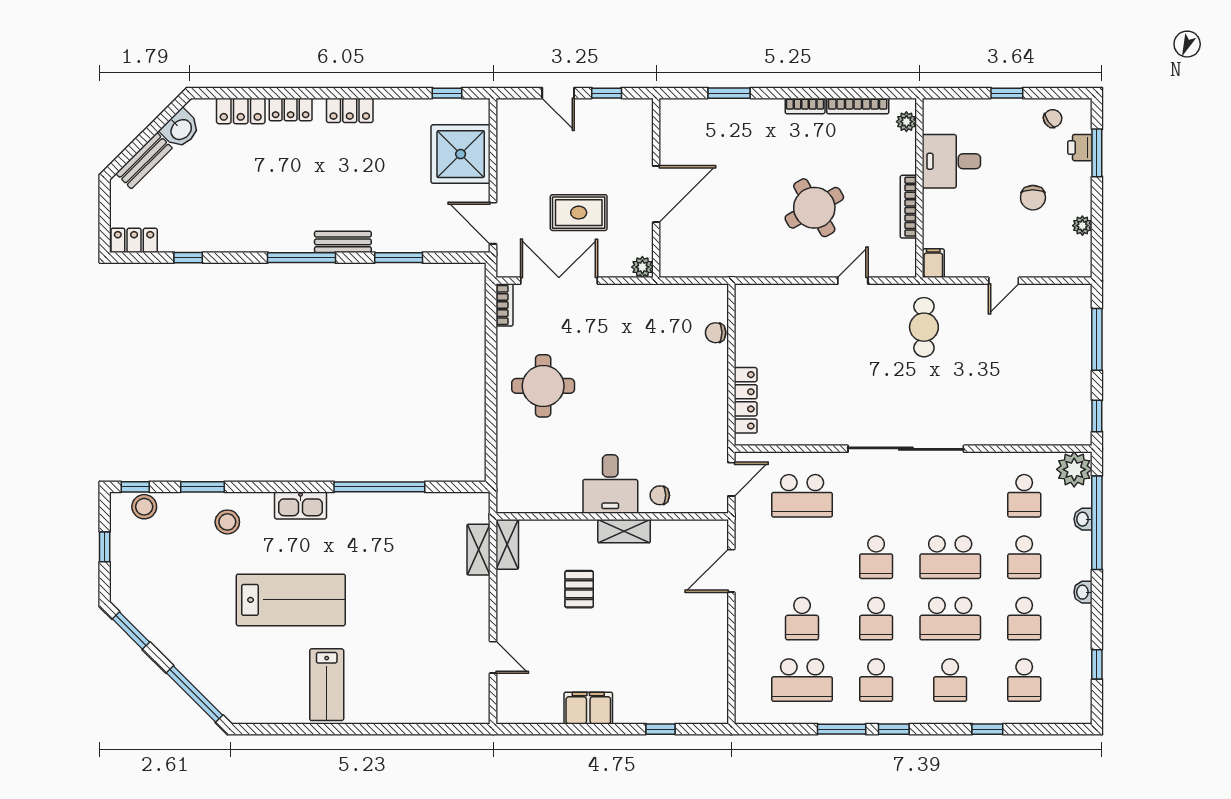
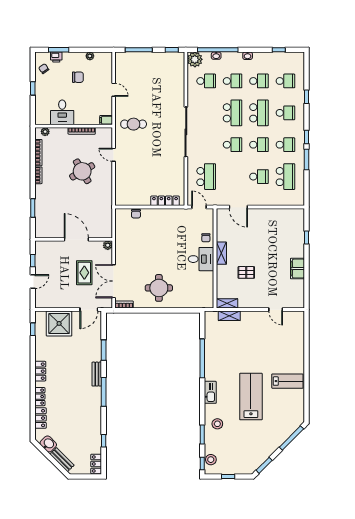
door: (493, 657) -> (276, 310), swing flipped

